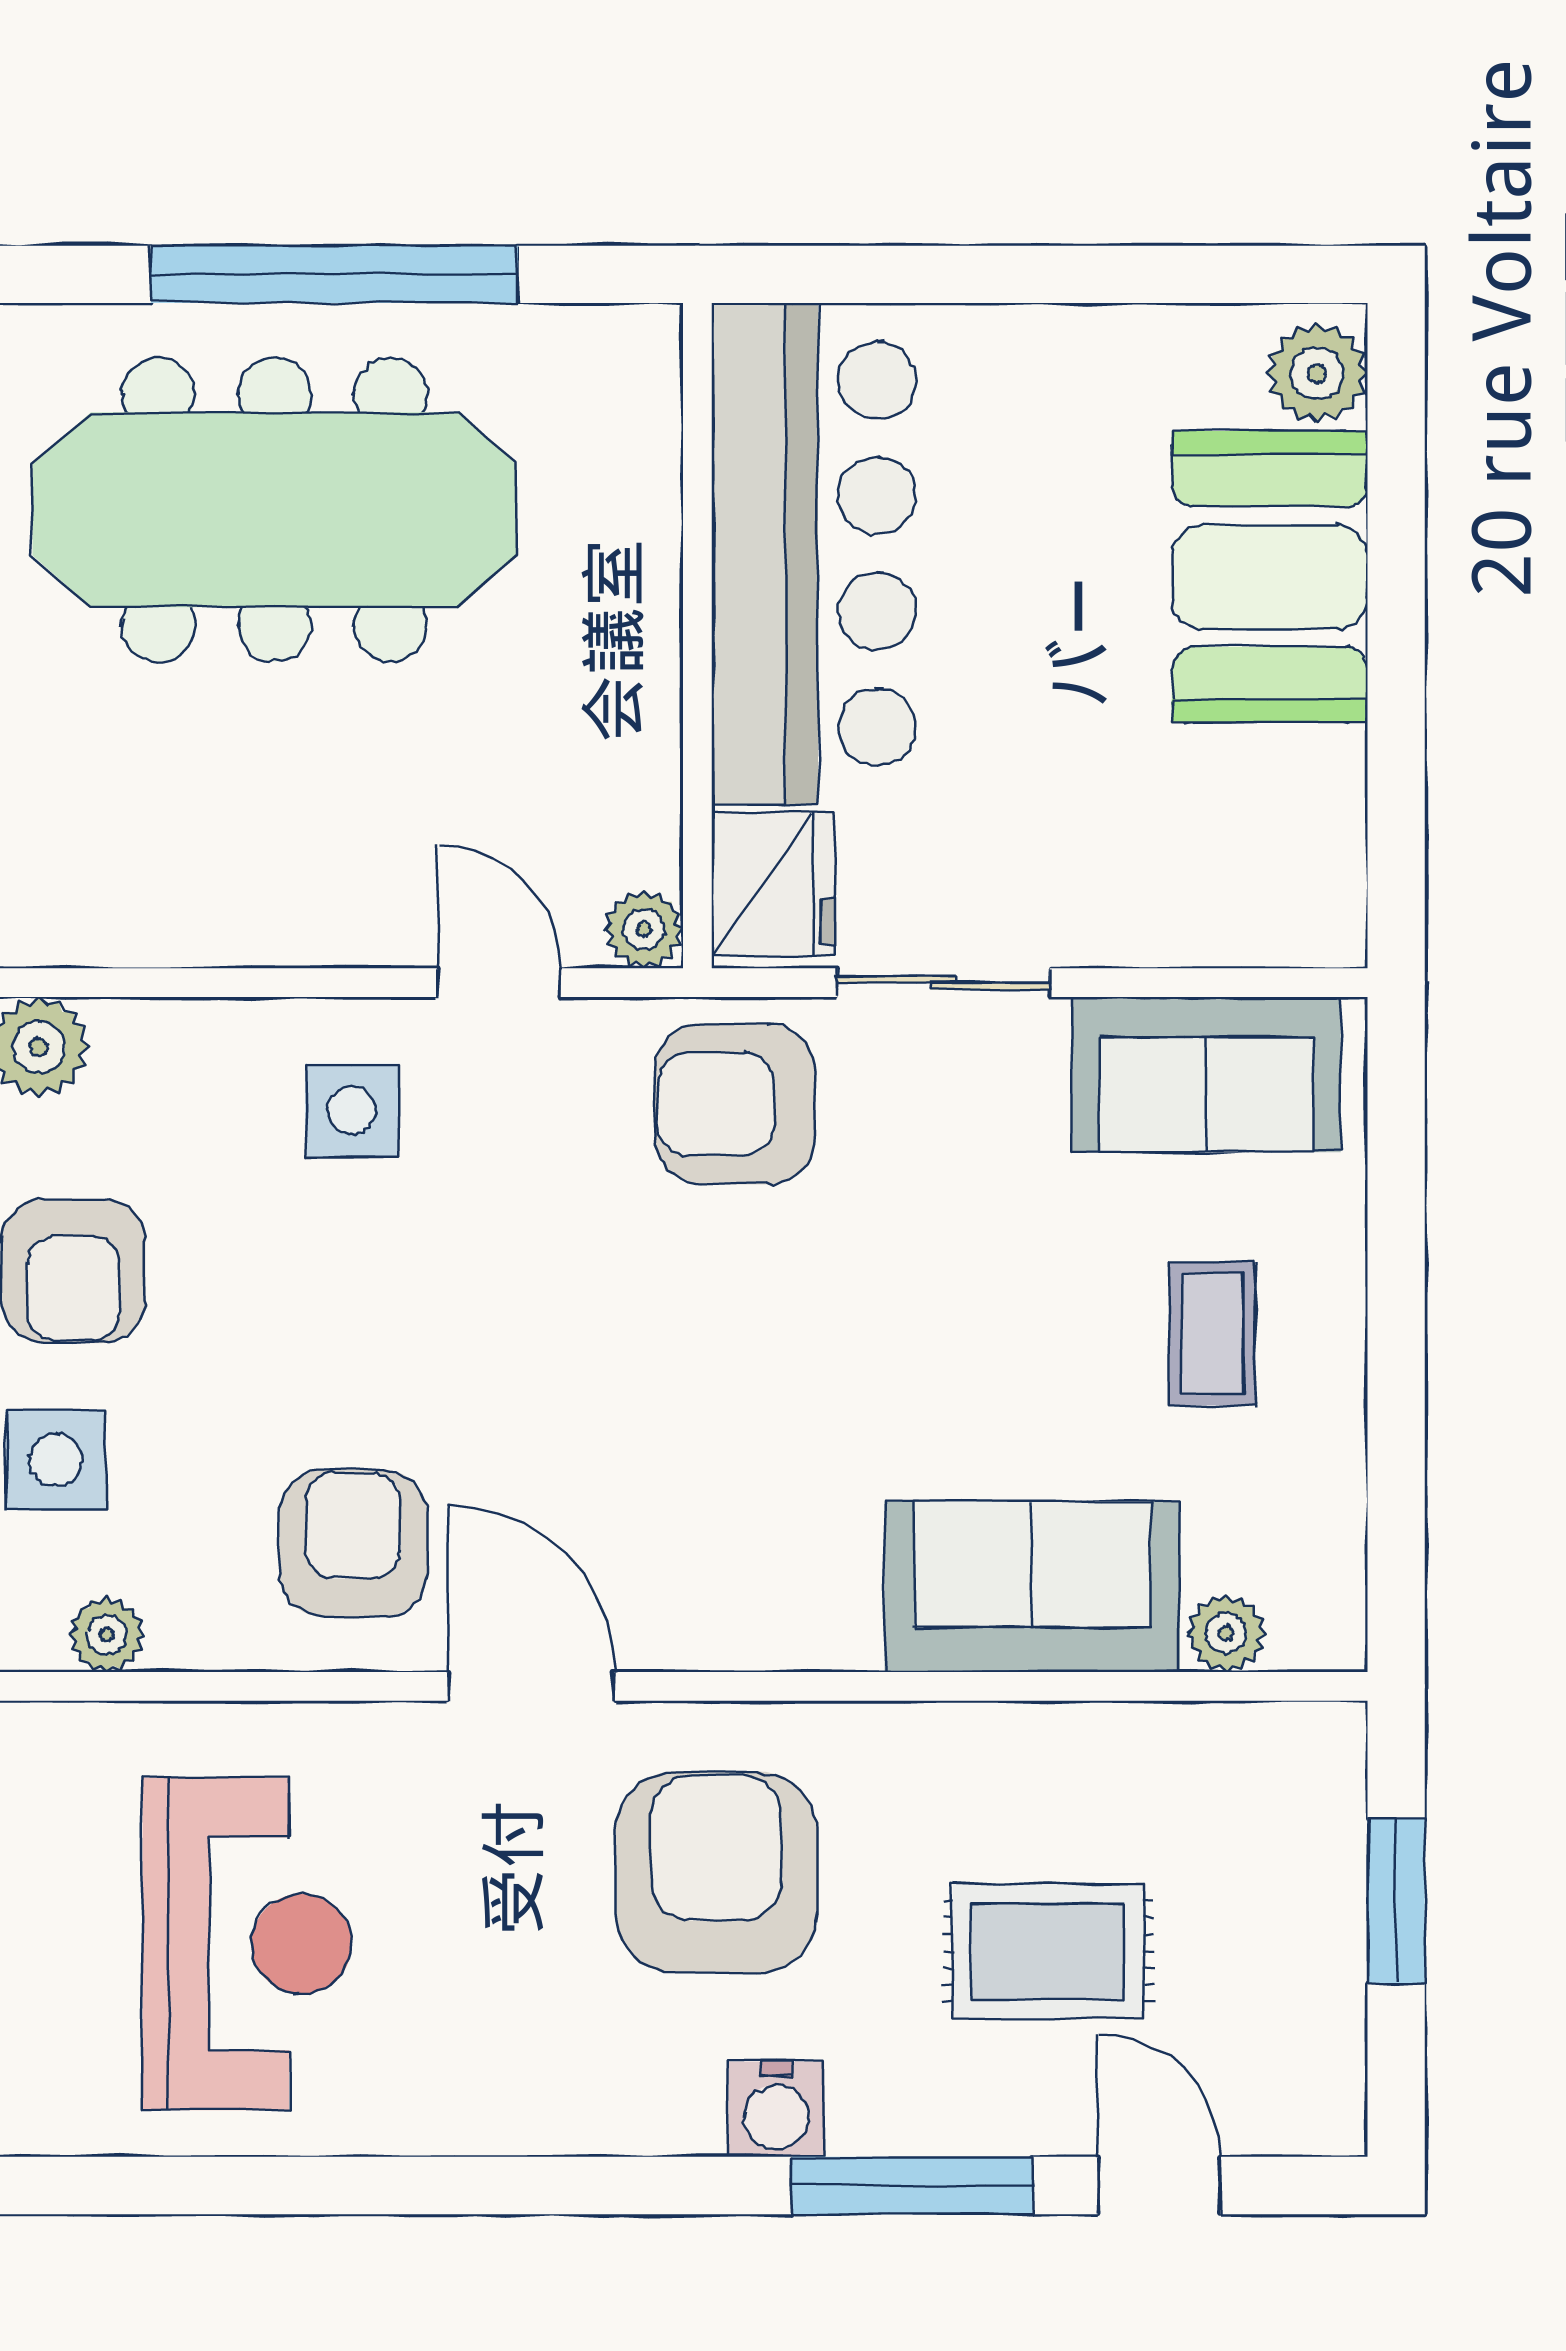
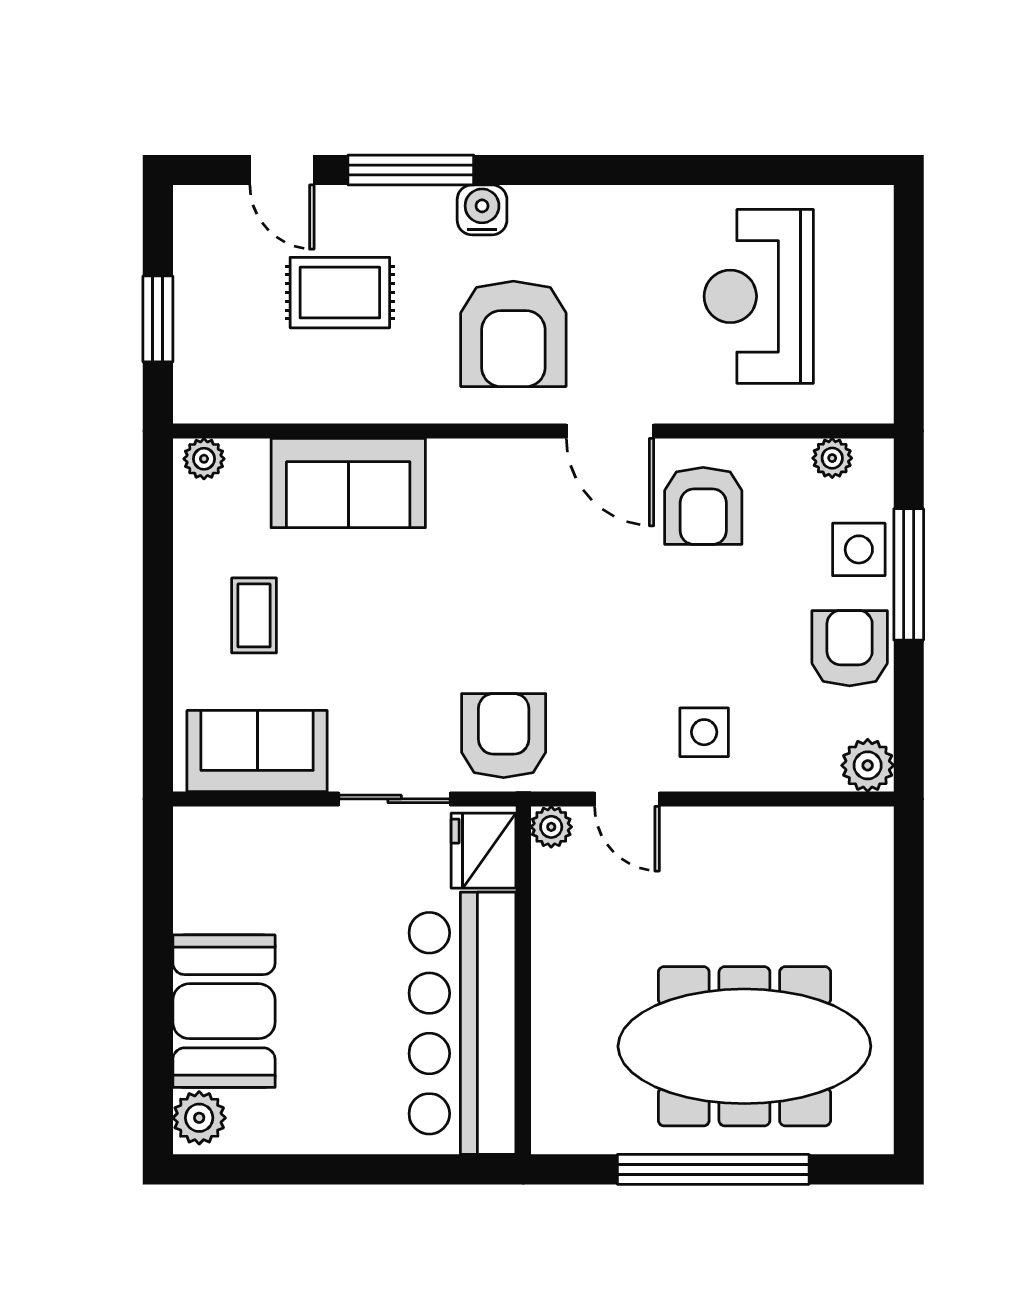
armchair: (735, 1104) -> (504, 736), turned -90
plant: (1226, 1633) -> (204, 459), moved

